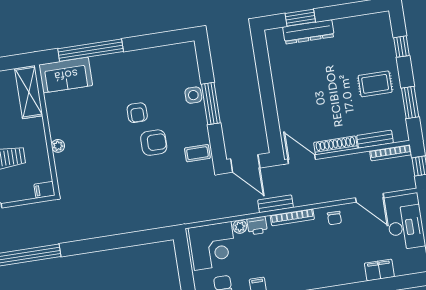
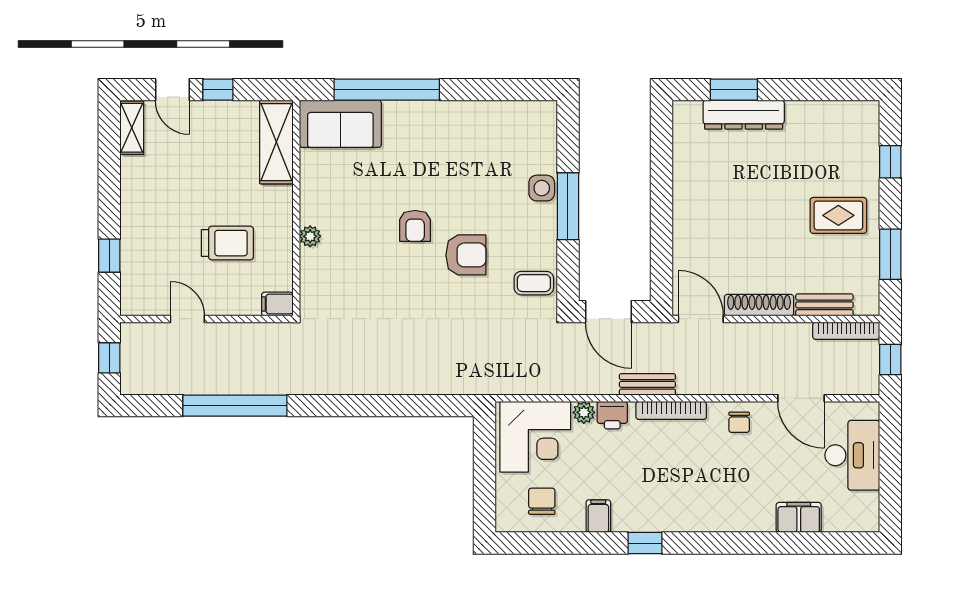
armchair: (137, 113) -> (415, 226), moved

